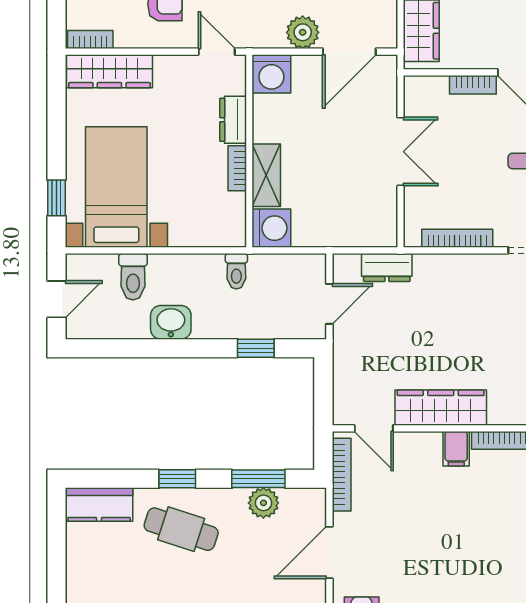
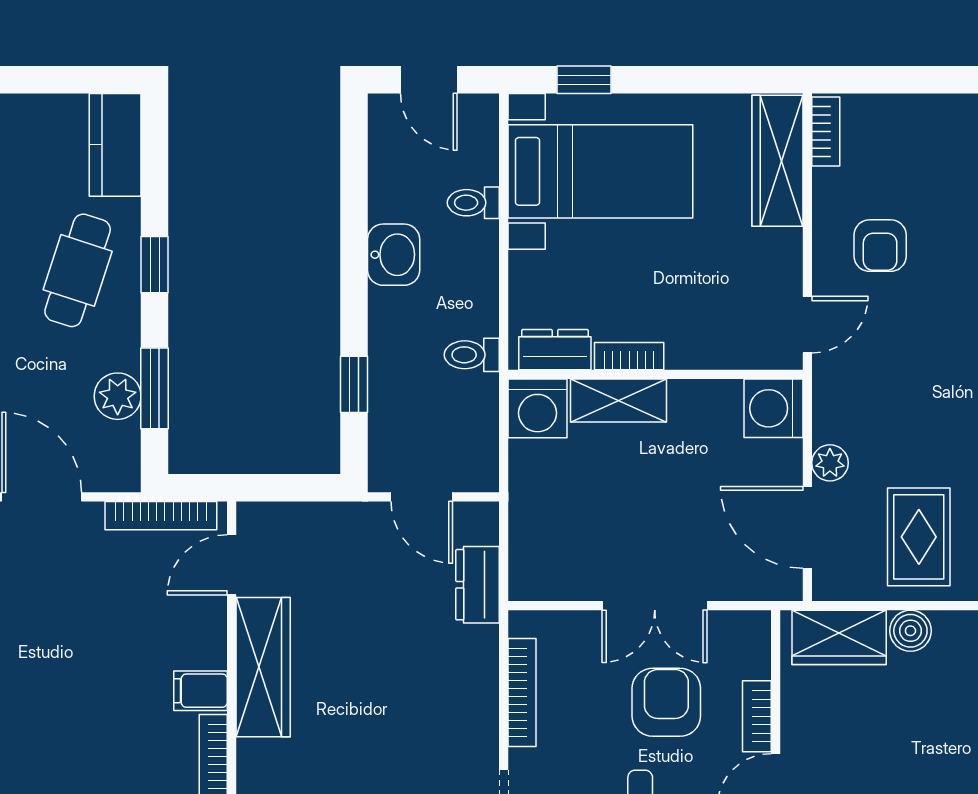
plant: (303, 32) -> (830, 463), width x0.73, depth x0.73
dresser: (233, 120) -> (555, 350), moved
armchair: (464, 144) -> (666, 702), added
toilet: (133, 277) -> (473, 203), width x0.73, depth x0.72

